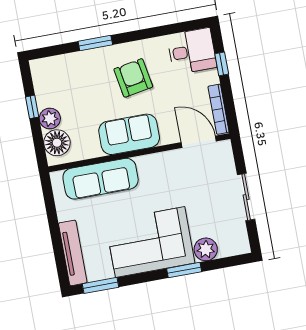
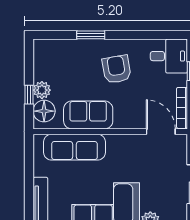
window: (32, 107) -> (29, 95), moved
sofa: (129, 134) -> (88, 115), moved

